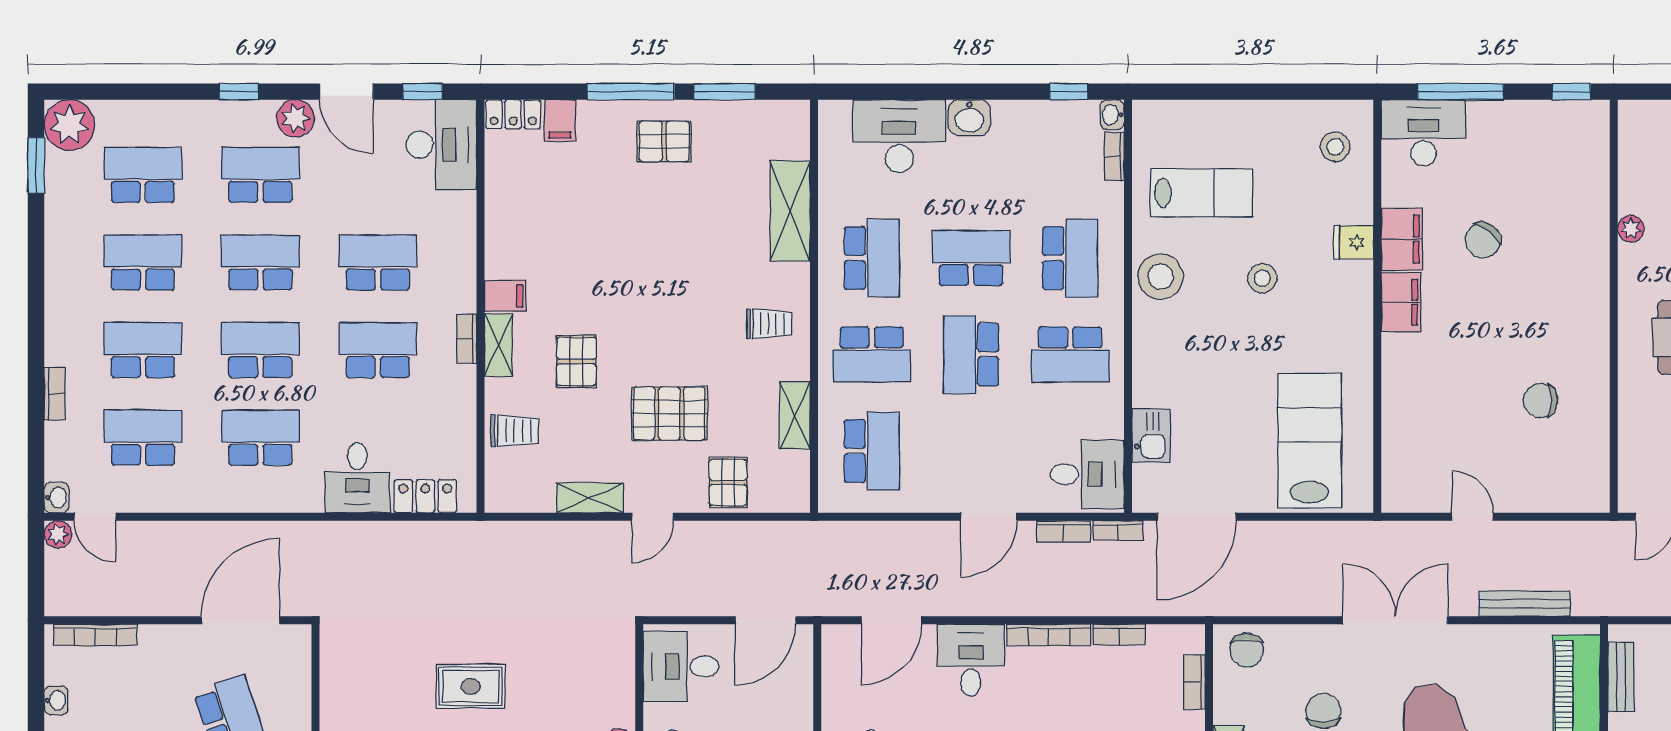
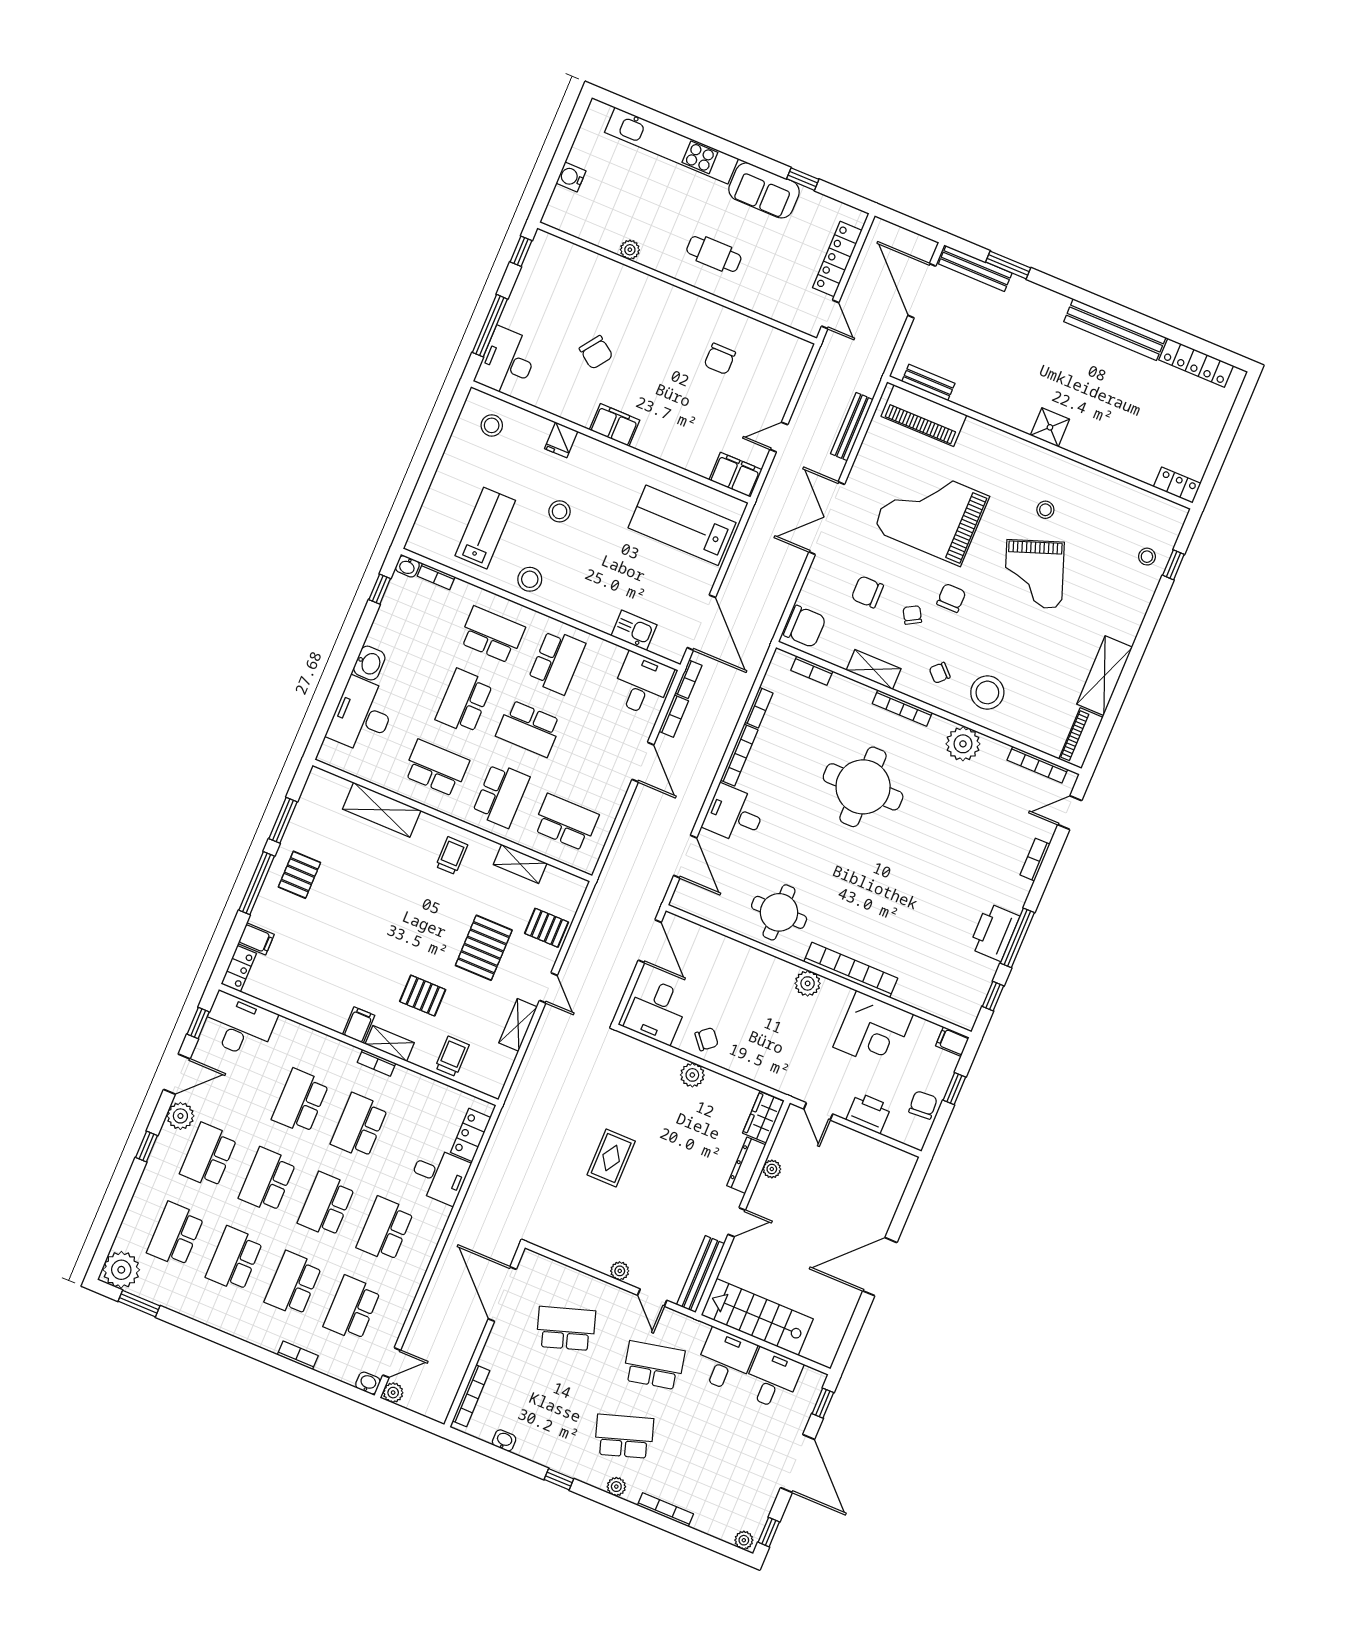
filing cabinet: (1402, 239) -> (736, 475), moved
stool: (1160, 277) -> (530, 579), width x0.73, depth x0.73
chair: (1247, 650) -> (805, 626), width x1.37, depth x1.37

